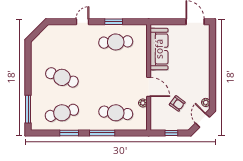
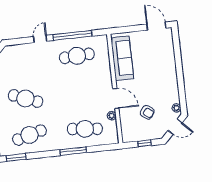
window: (114, 22) -> (72, 35), width x2.11
door: (202, 120) -> (175, 127), swing flipped
window: (69, 133) -> (16, 157), moved

